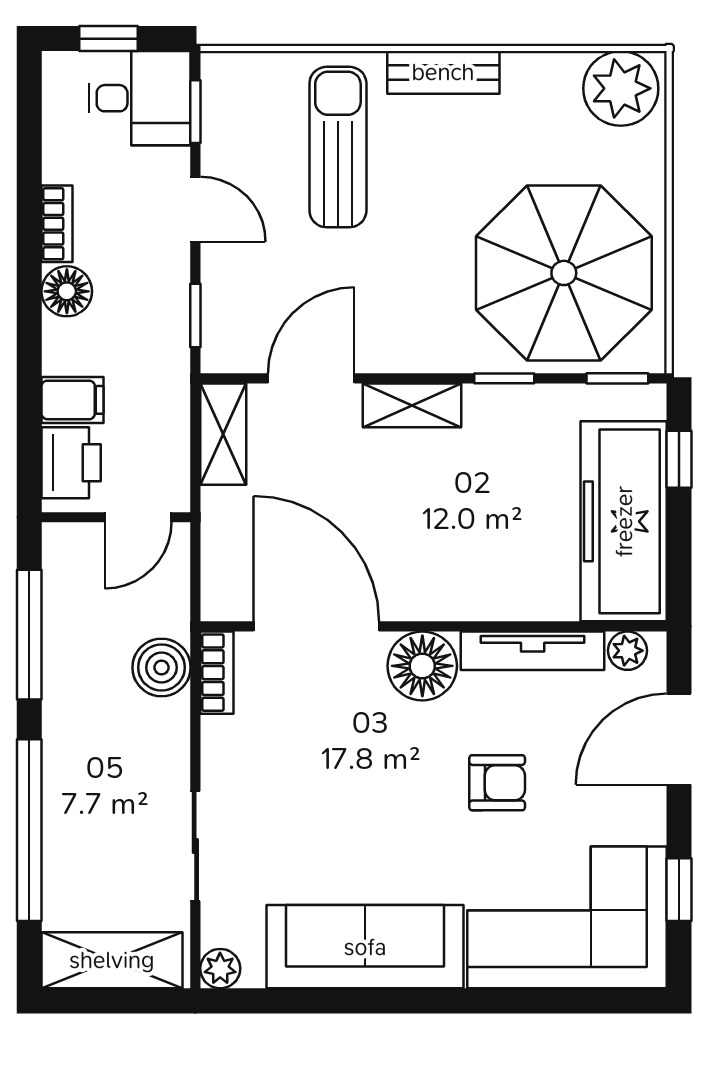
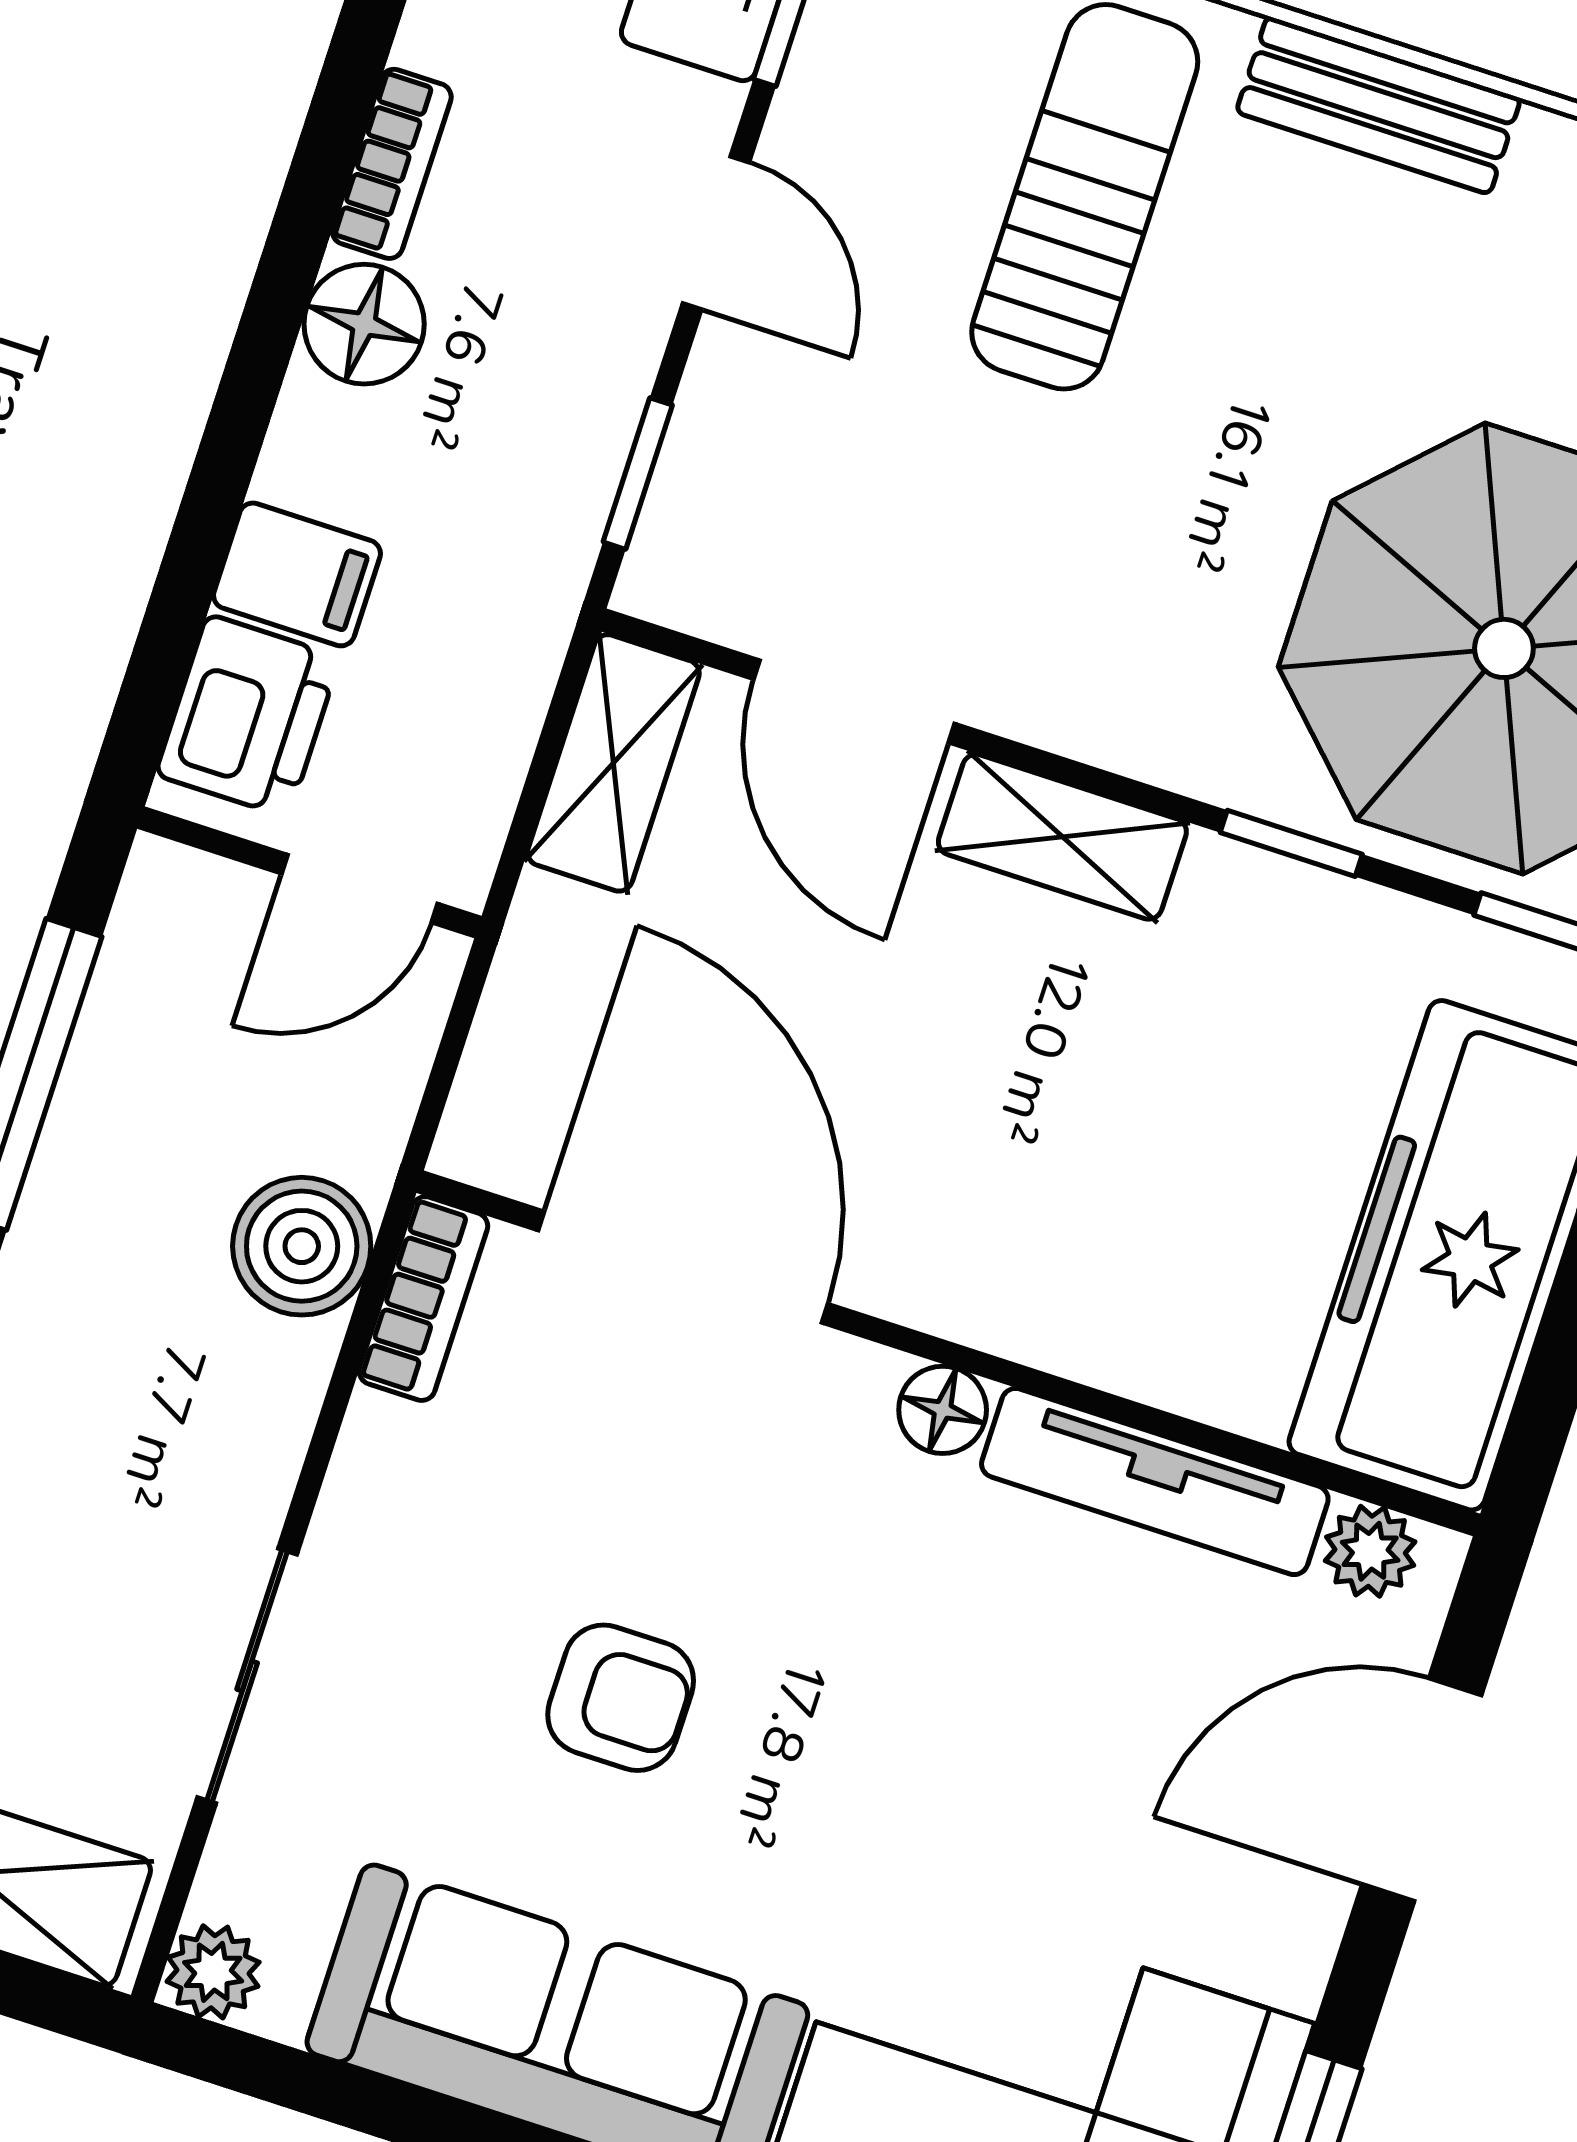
door: (311, 378) -> (854, 701), swing flipped
floor lamp: (422, 666) -> (943, 1410), width x0.53, depth x0.53
armchair: (497, 783) -> (621, 1698), moved

